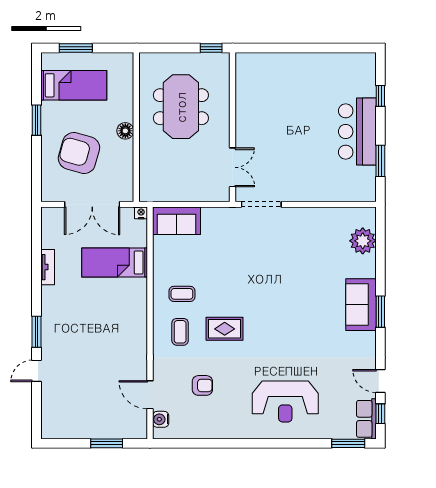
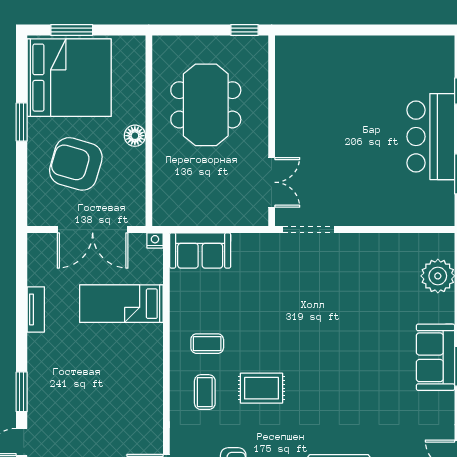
bed: (74, 85) -> (69, 78), width x2.04

